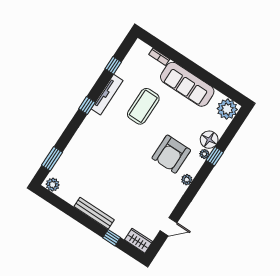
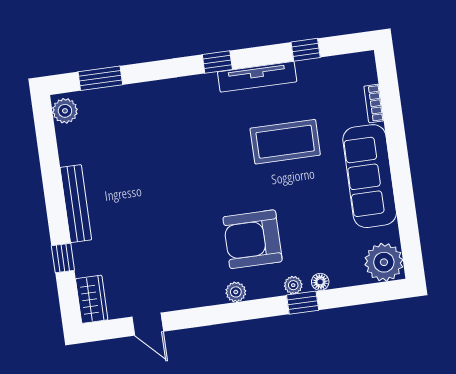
floor lamp: (209, 140) -> (320, 282), width x0.53, depth x0.53

